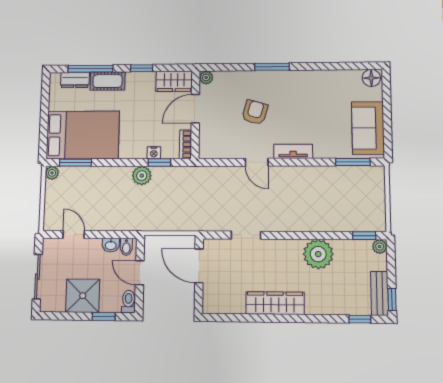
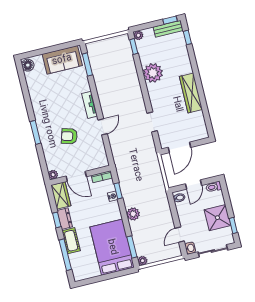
dresser: (75, 80) -> (65, 219), moved
plant: (142, 176) -> (133, 214), moved
washbasin: (111, 245) -> (190, 248), moved
window: (104, 316) -> (233, 225), moved

